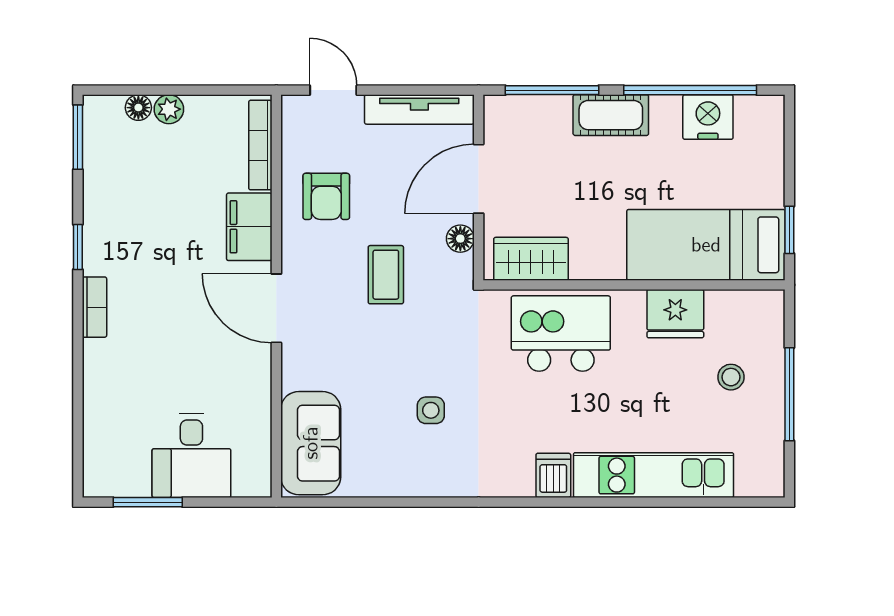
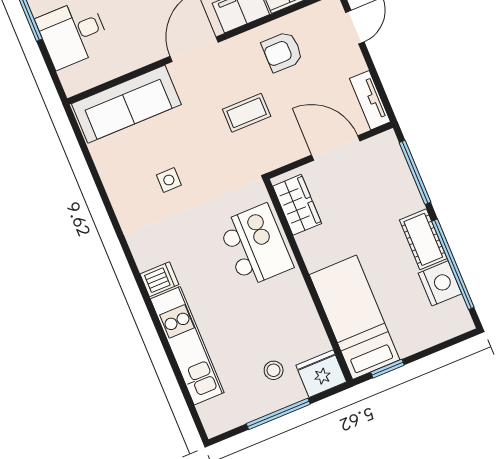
tv unit: (419, 109) -> (370, 100), width x0.71
cot: (611, 115) -> (423, 239), moved
floor lamp: (460, 239) -> (291, 152), removed
fridge: (675, 314) -> (321, 374), moved, turned 90
sofa: (311, 443) -> (126, 104), width x1.36

